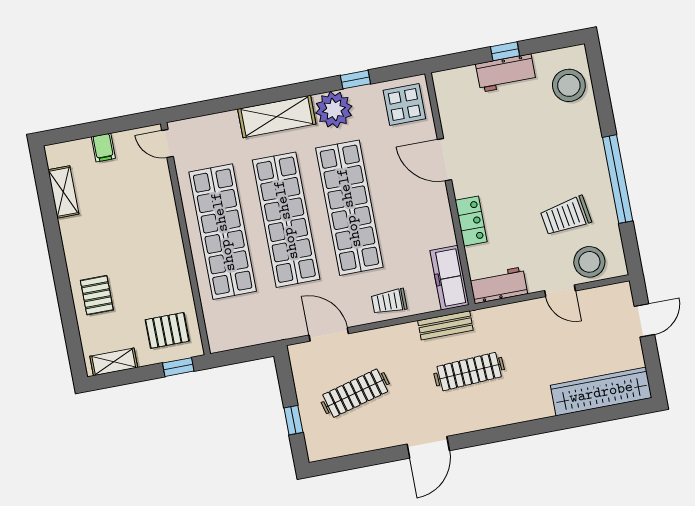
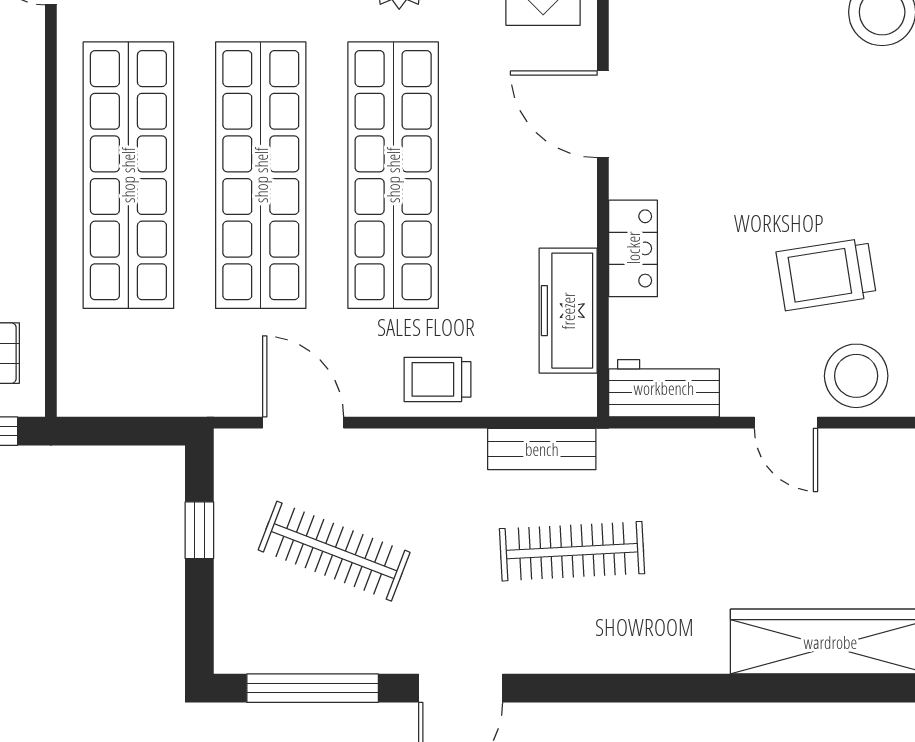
freezer: (450, 278) -> (568, 311), moved
clothes rail: (355, 393) -> (334, 551), turned 36
window: (293, 420) -> (199, 530), moved
window: (357, 461) -> (313, 688), added

